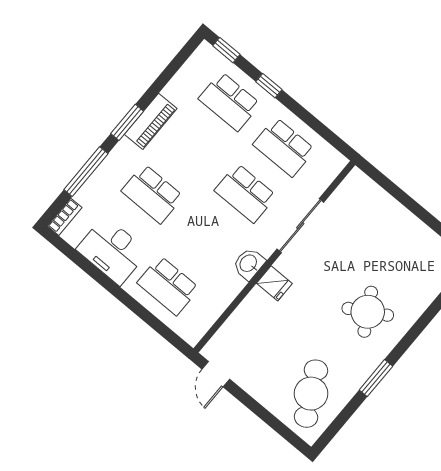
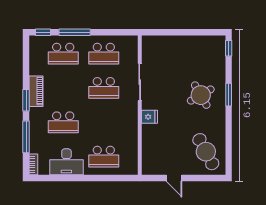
window: (269, 86) -> (75, 32), width x2.17
washbasin: (249, 264) -> (131, 118), removed
door: (216, 374) -> (174, 178), moved
window: (376, 378) -> (229, 95), moved

